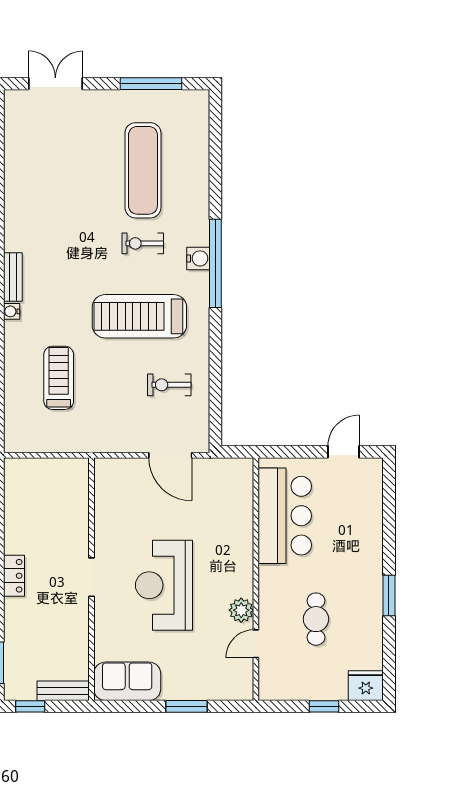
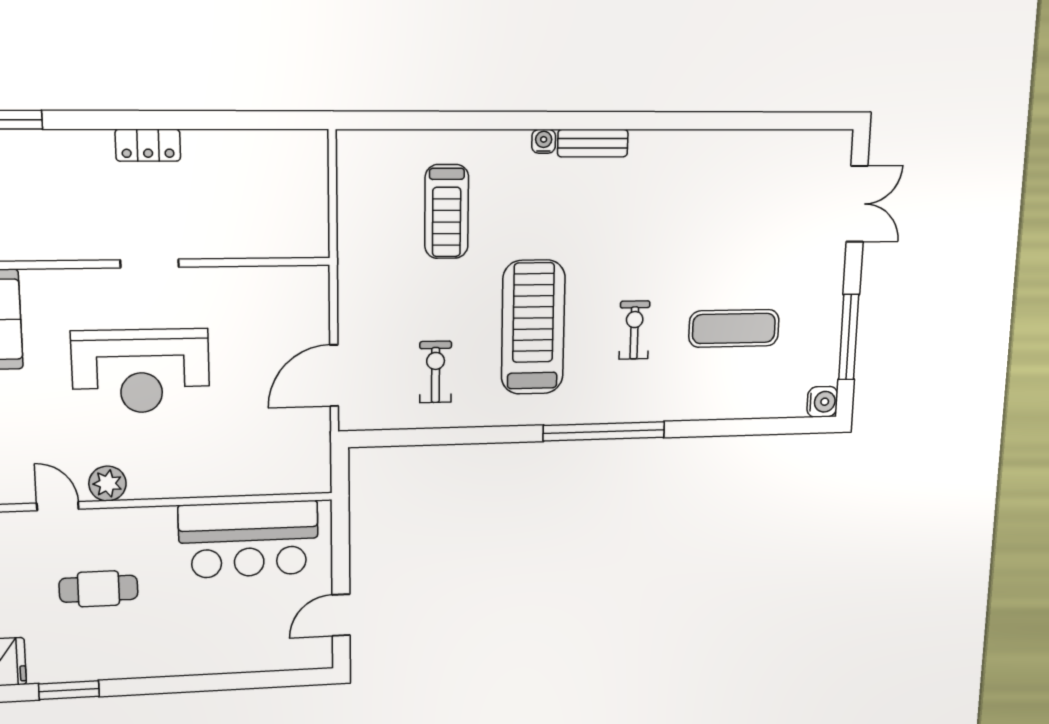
exercise mat: (143, 170) -> (734, 328), width x0.73, depth x0.69
water cooler: (198, 258) -> (822, 402), moved, turned -90
treadmill: (59, 378) -> (447, 212), turned 90
door: (344, 452) -> (341, 615), swing flipped
reception desk: (164, 585) -> (141, 371), turned 180
window: (389, 596) -> (69, 690), moved

